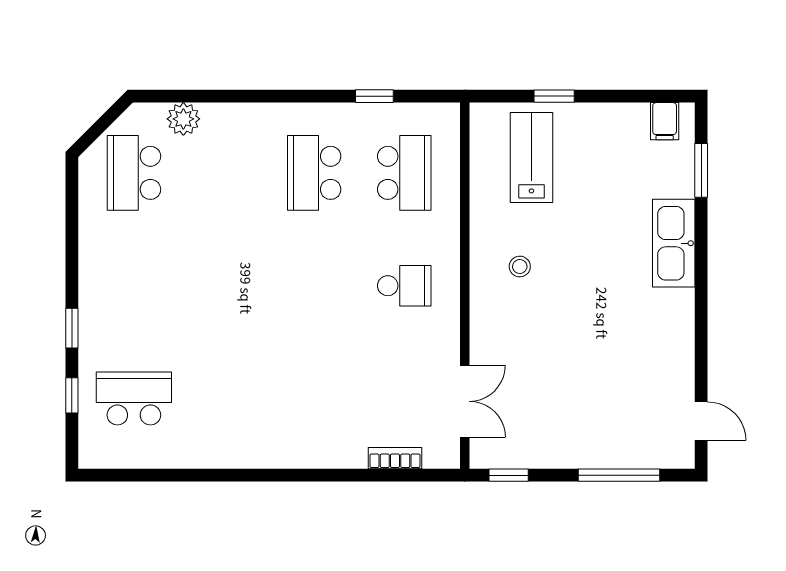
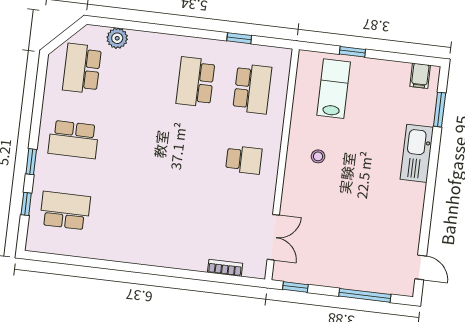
school desk: (134, 286) -> (74, 140), added

